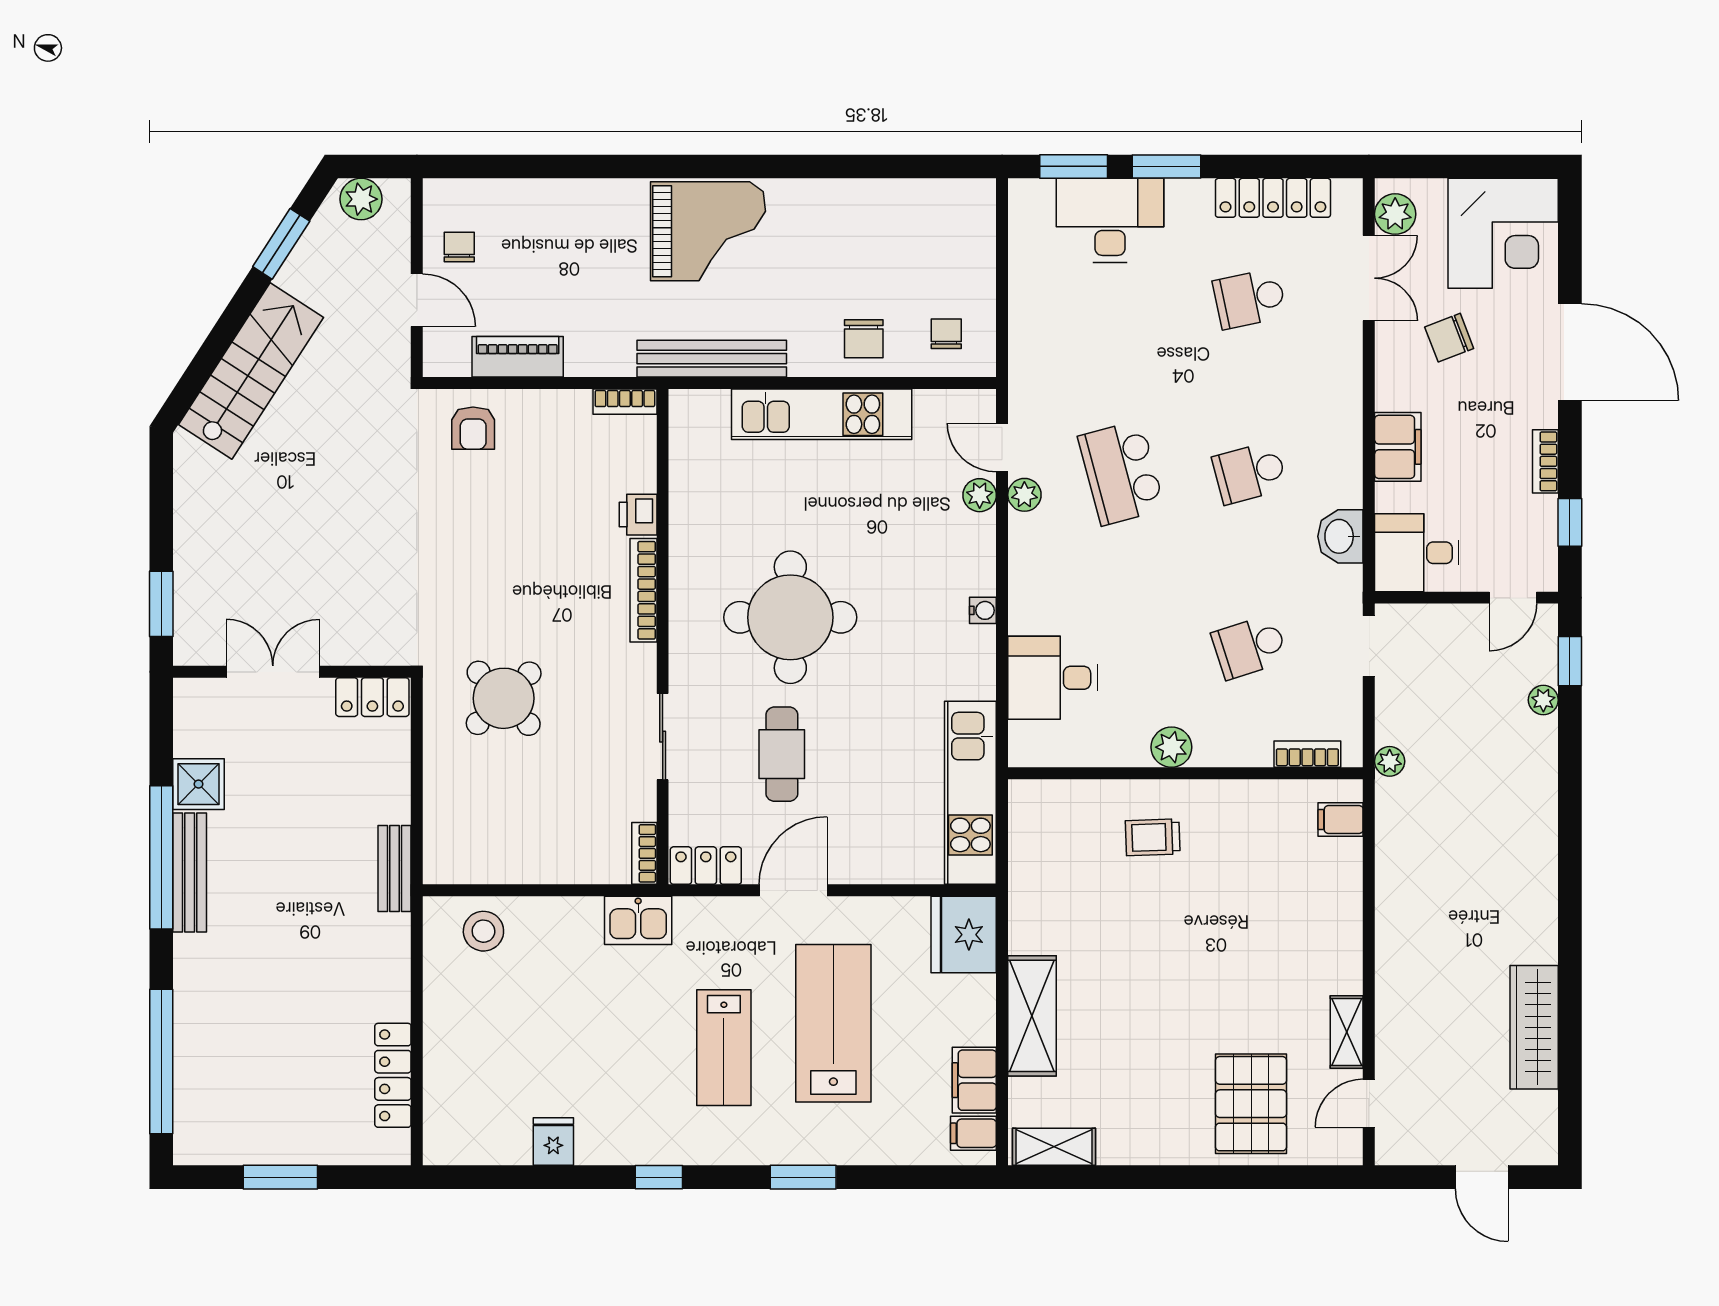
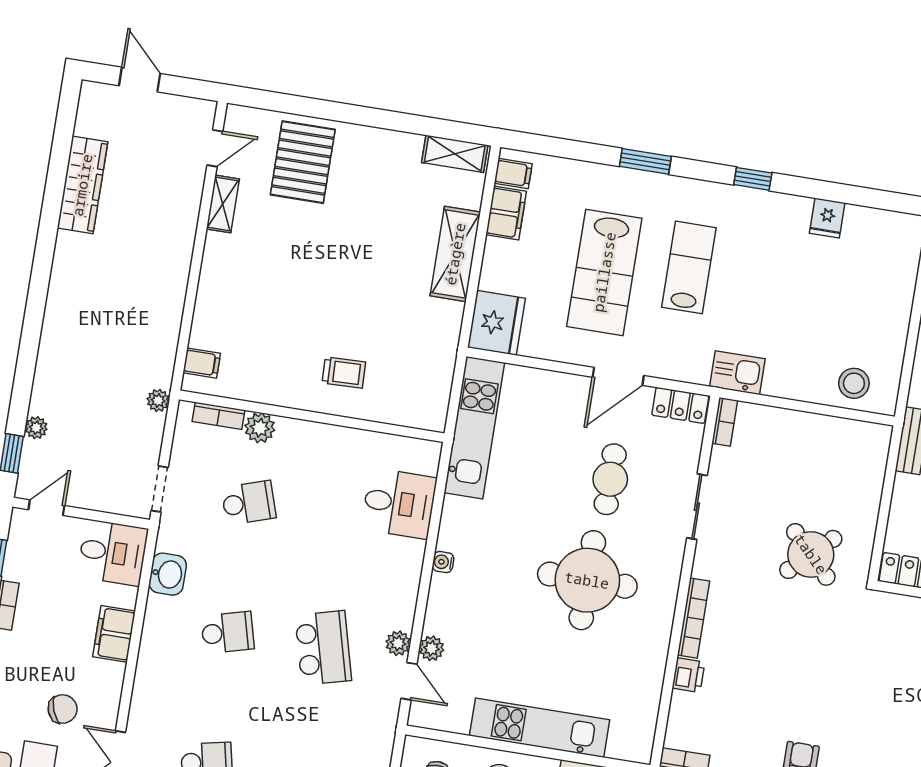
plant: (1171, 747) -> (260, 428), moved

